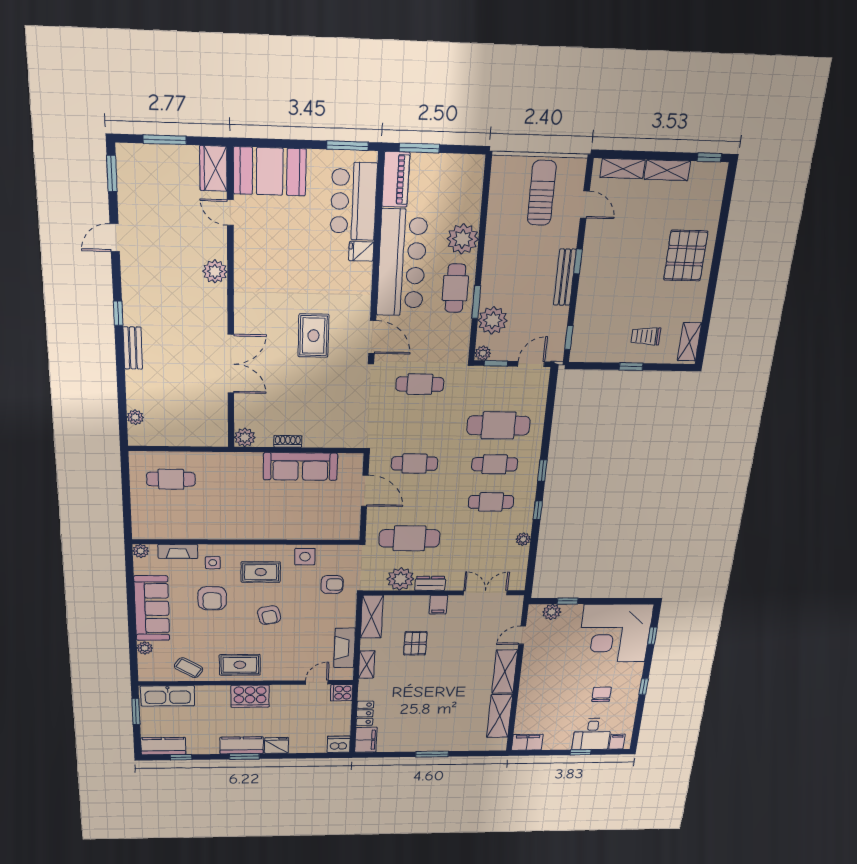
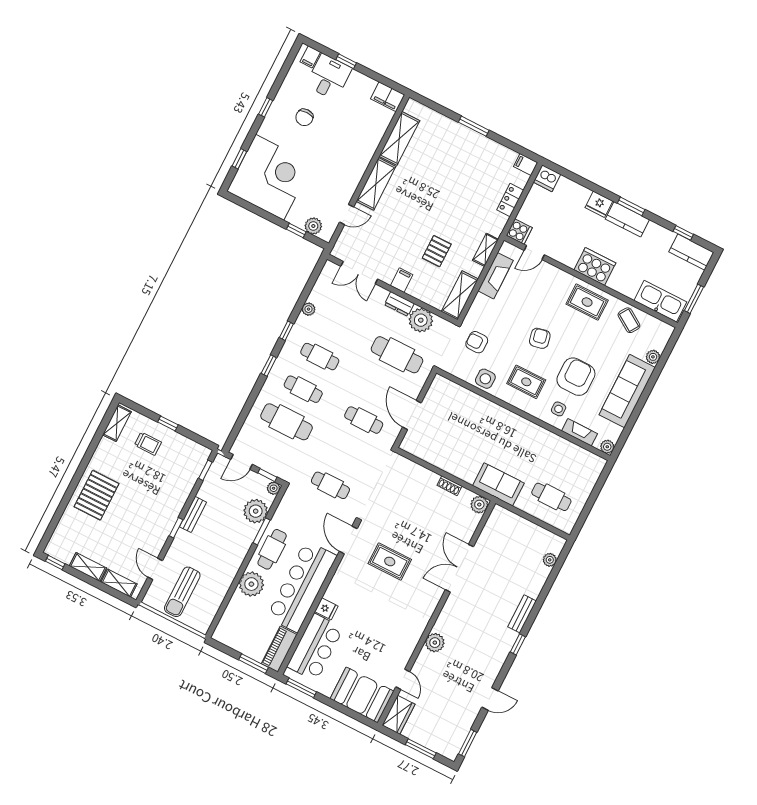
bench: (565, 277) -> (193, 514), width x0.73
rug: (313, 336) -> (390, 561), turned 90
sofa: (300, 466) -> (498, 484), moved, width x0.73
armchair: (212, 598) -> (576, 377), width x1.36, depth x1.36
filing cabinet: (366, 740) -> (526, 165), width x0.50

